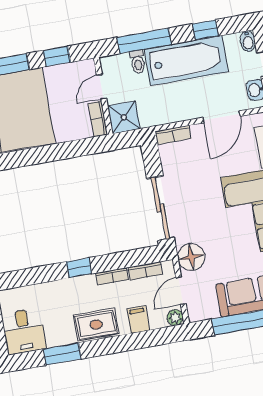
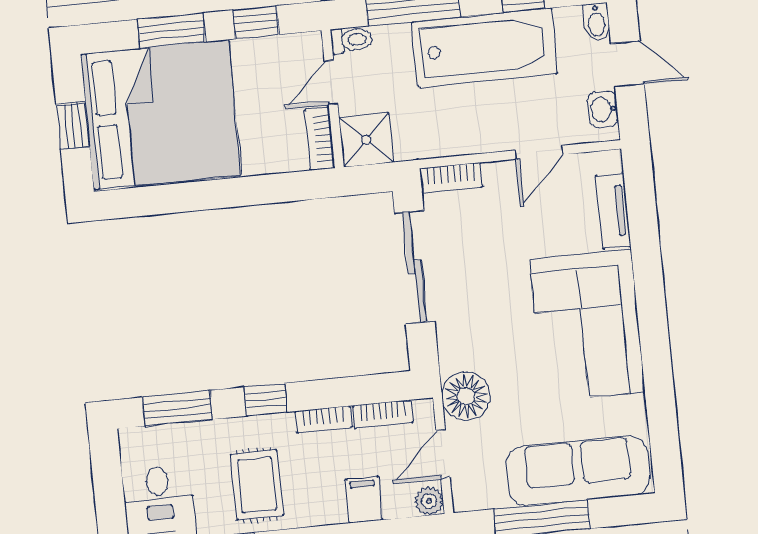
toilet: (138, 62) -> (351, 40), moved, turned -90
door: (221, 117) -> (539, 152), width x0.73
sliding door: (160, 208) -> (415, 267), moved
window: (30, 277) -> (177, 408), added
rug: (96, 325) -> (257, 485), moved, turned 90

